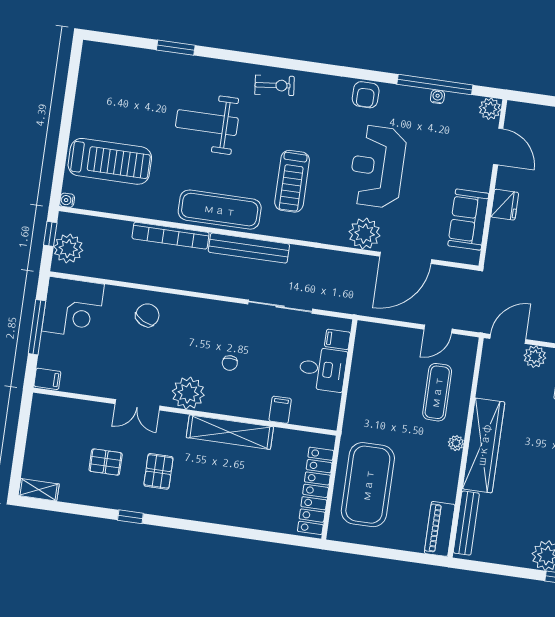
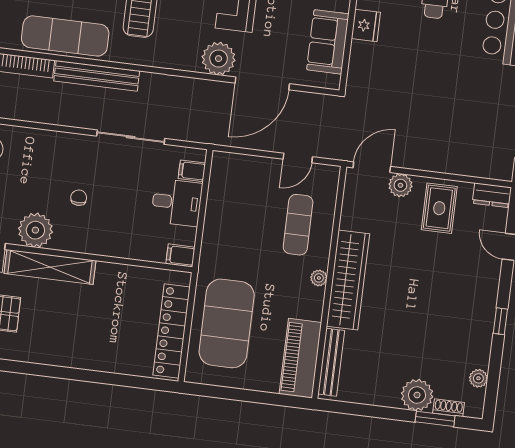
chair: (230, 363) -> (79, 198), turned 180
filing cabinet: (280, 410) -> (181, 255), moved, turned -90
shelving: (230, 432) -> (50, 267), moved
piano: (440, 529) -> (300, 358), width x1.37, depth x1.33

